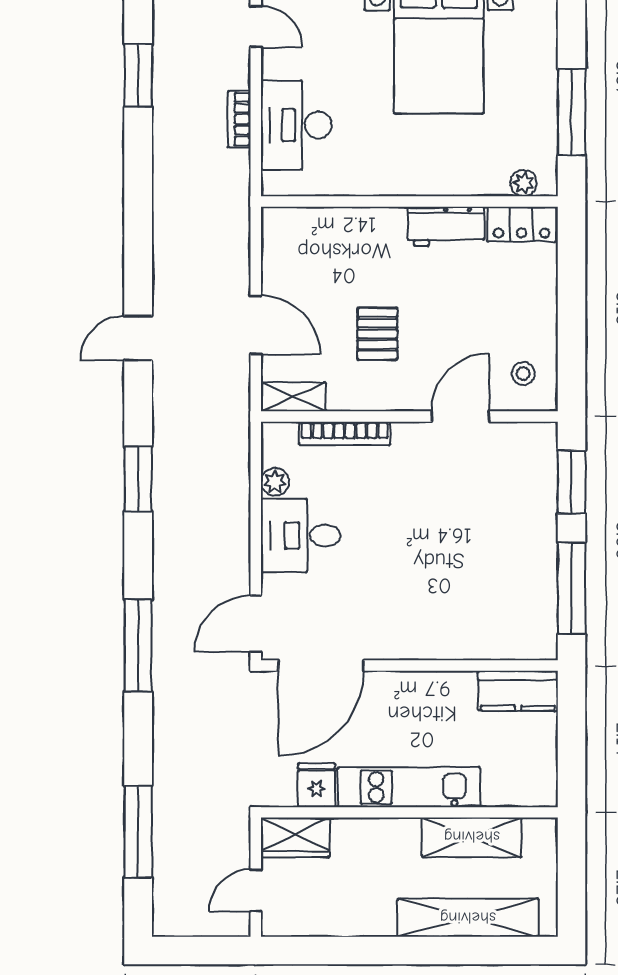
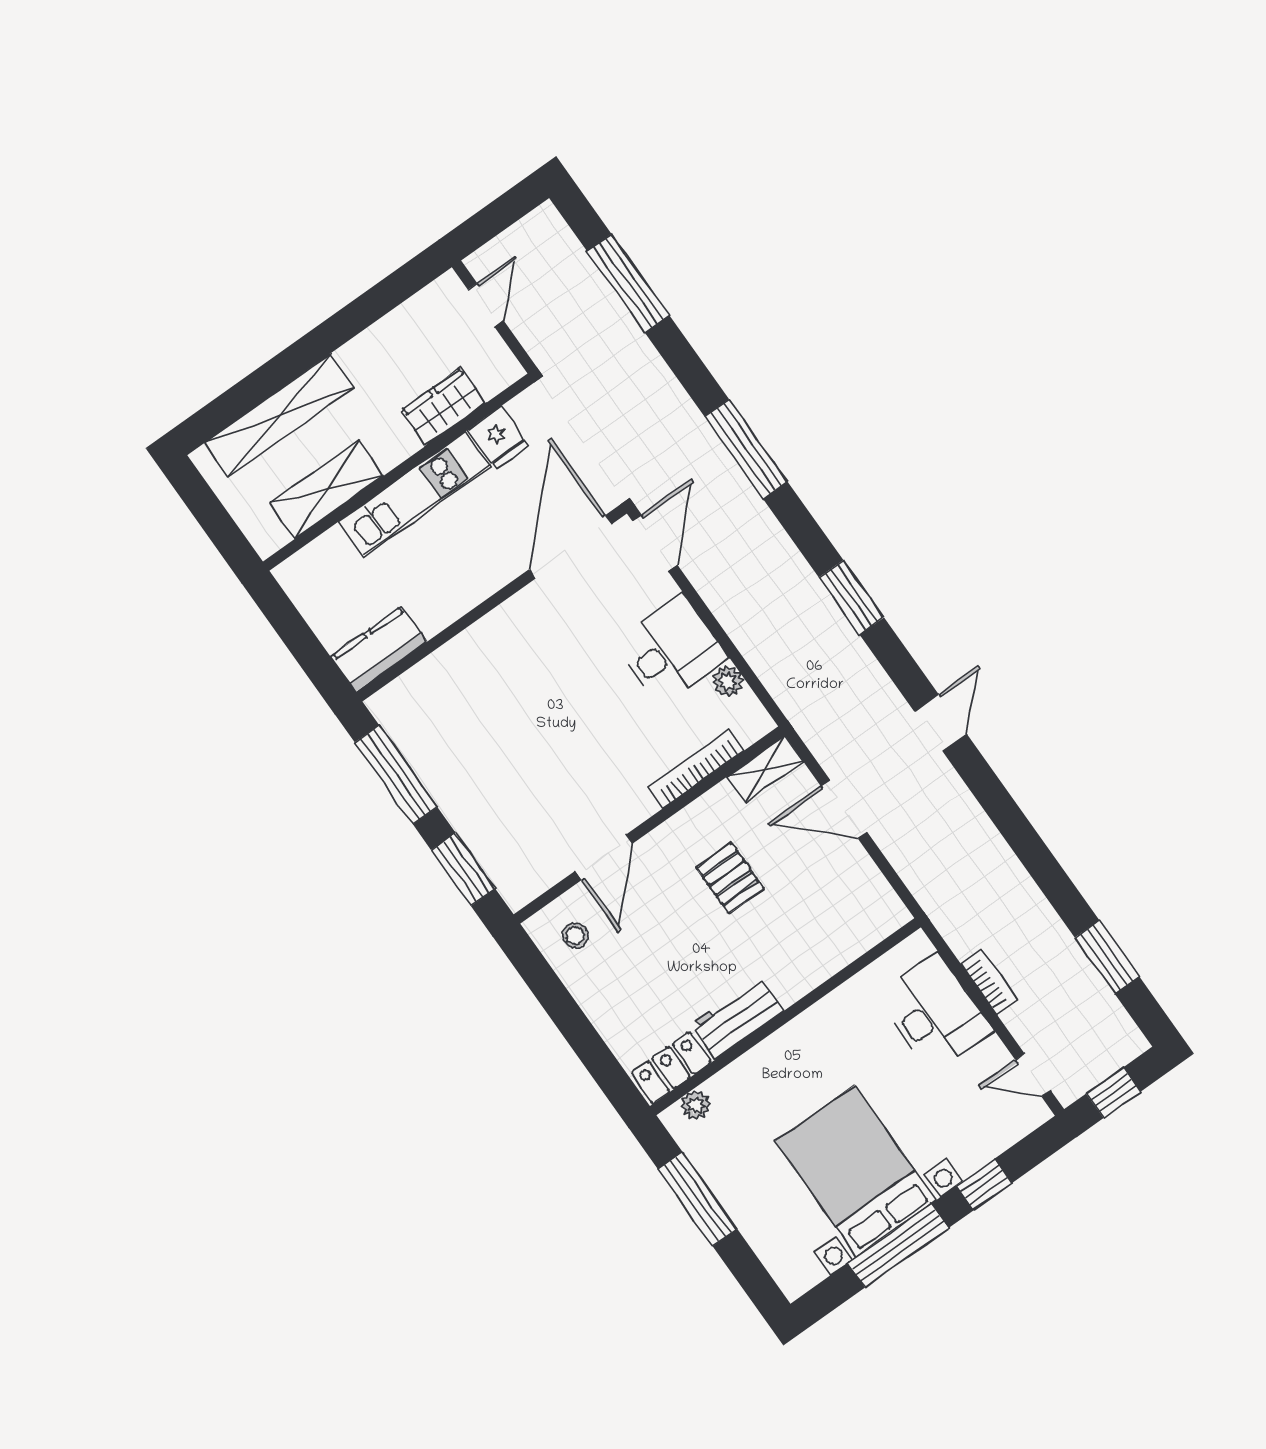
wardrobe: (295, 837) -> (443, 407), moved

